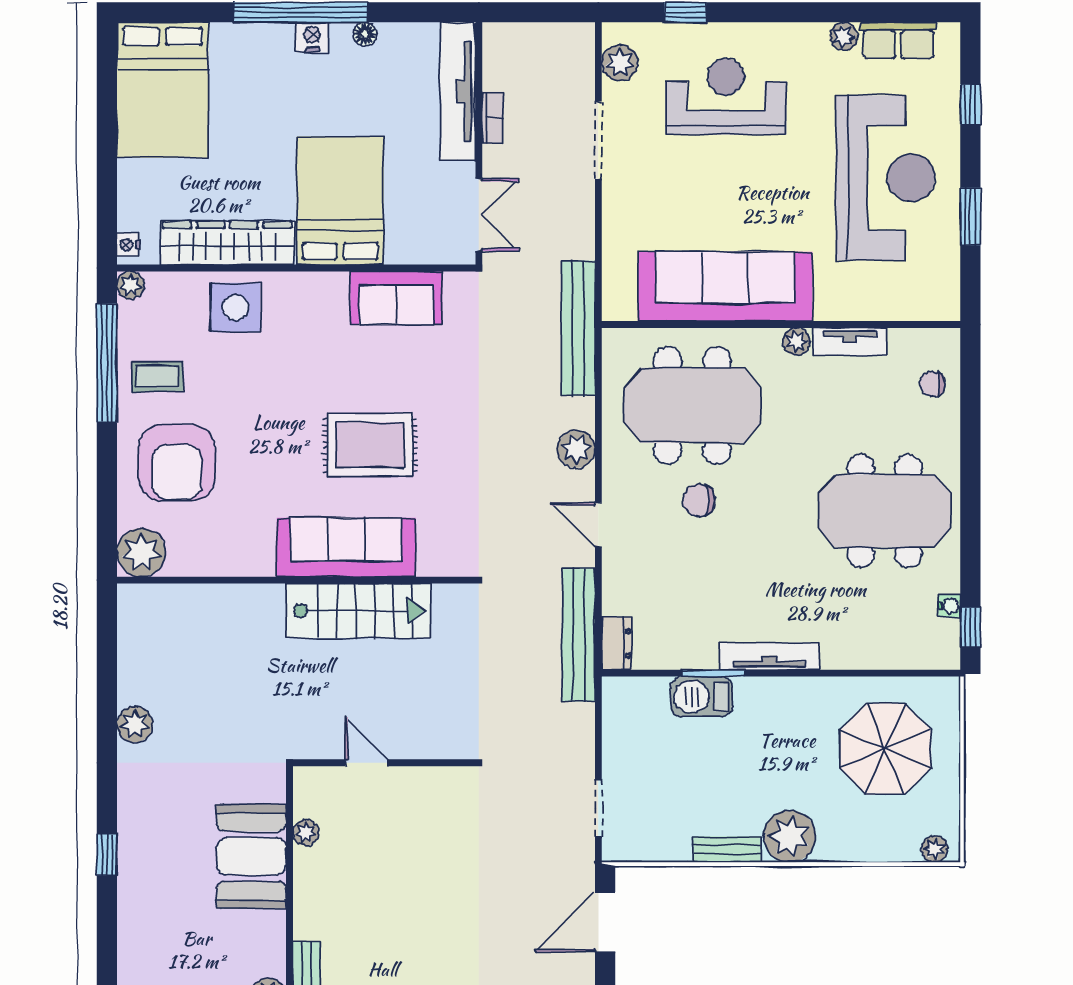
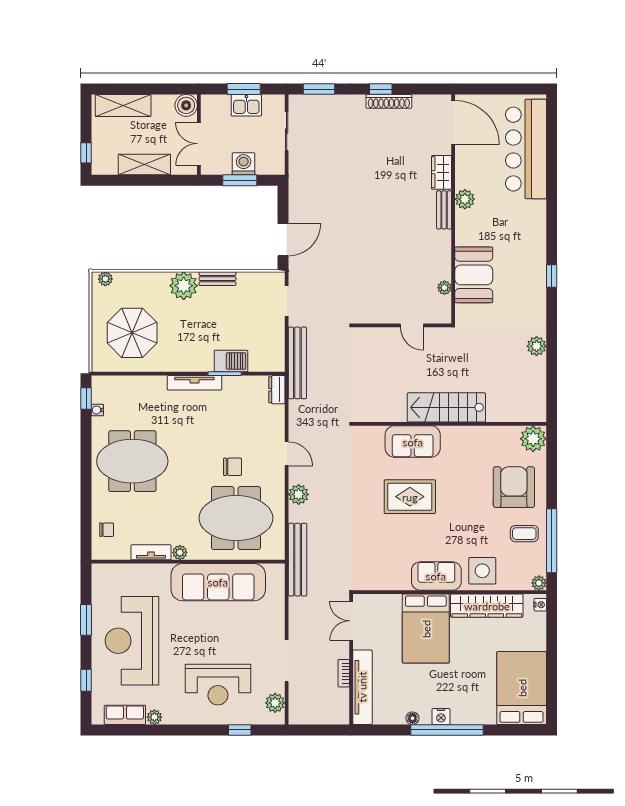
sofa: (396, 298) -> (436, 576), moved
sofa: (346, 547) -> (413, 442), width x0.73
stairs: (359, 611) -> (446, 407), moved
bench: (578, 635) -> (297, 363), moved

